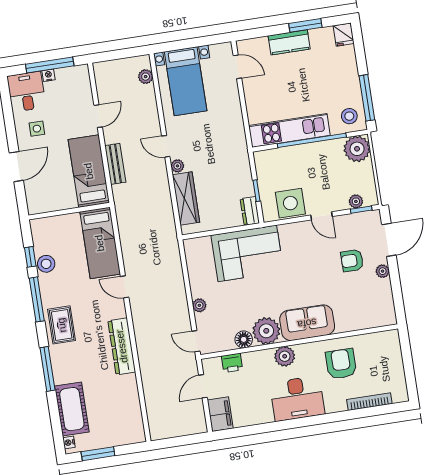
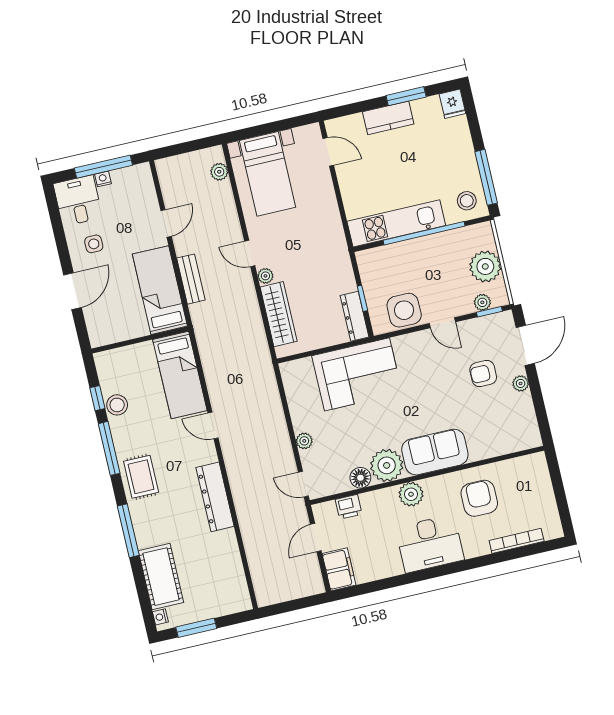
plant: (357, 149) -> (485, 266), moved
dresser: (250, 211) -> (355, 316), width x1.44

